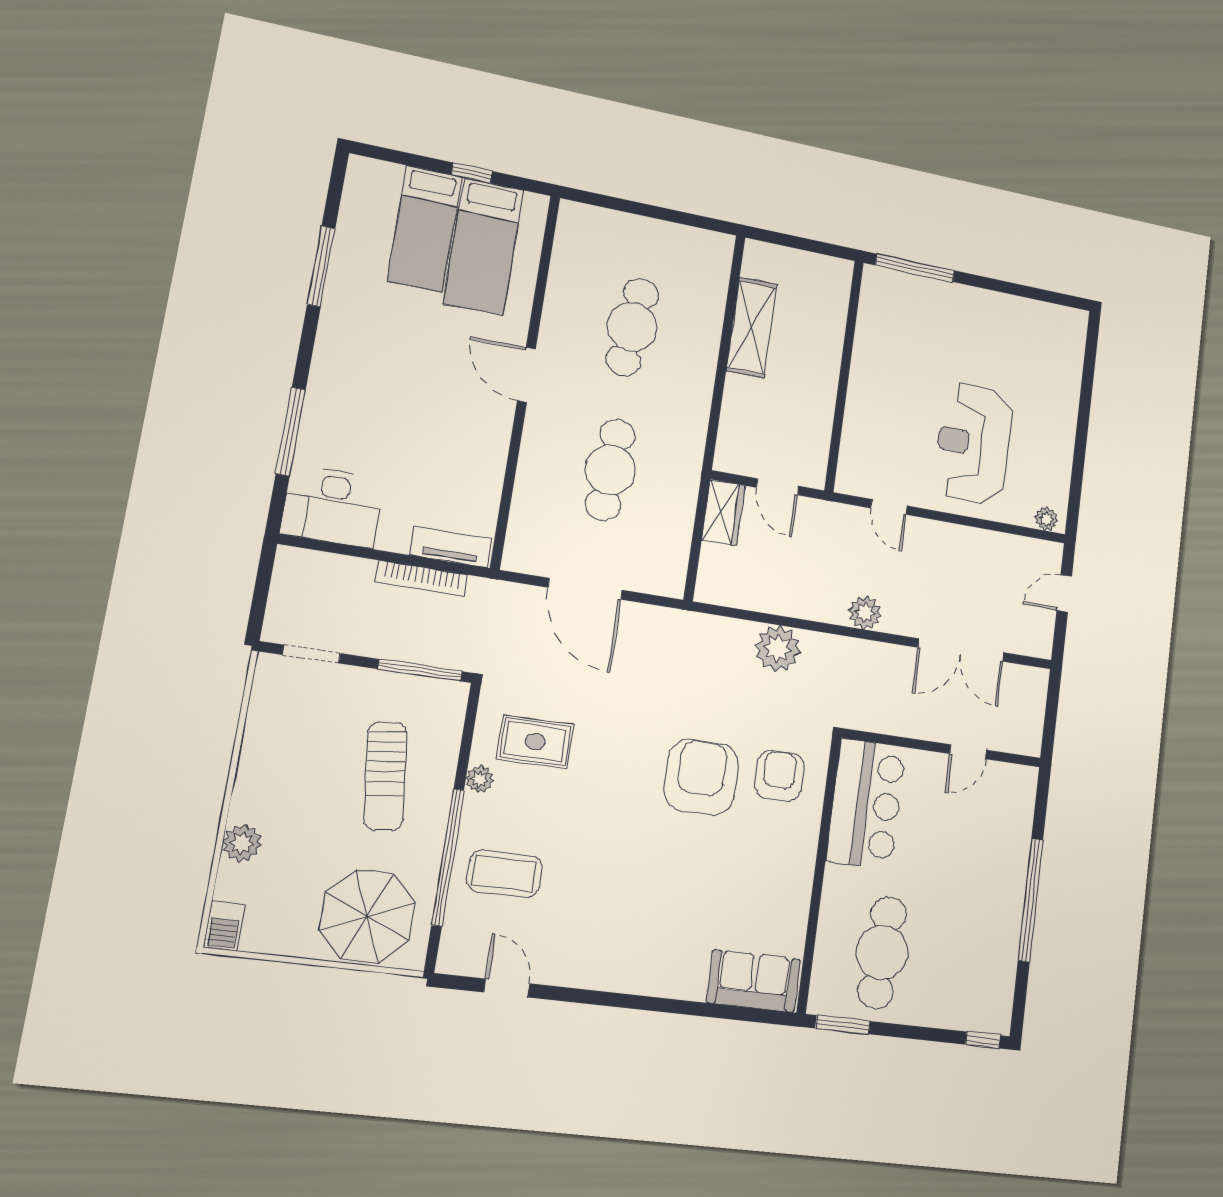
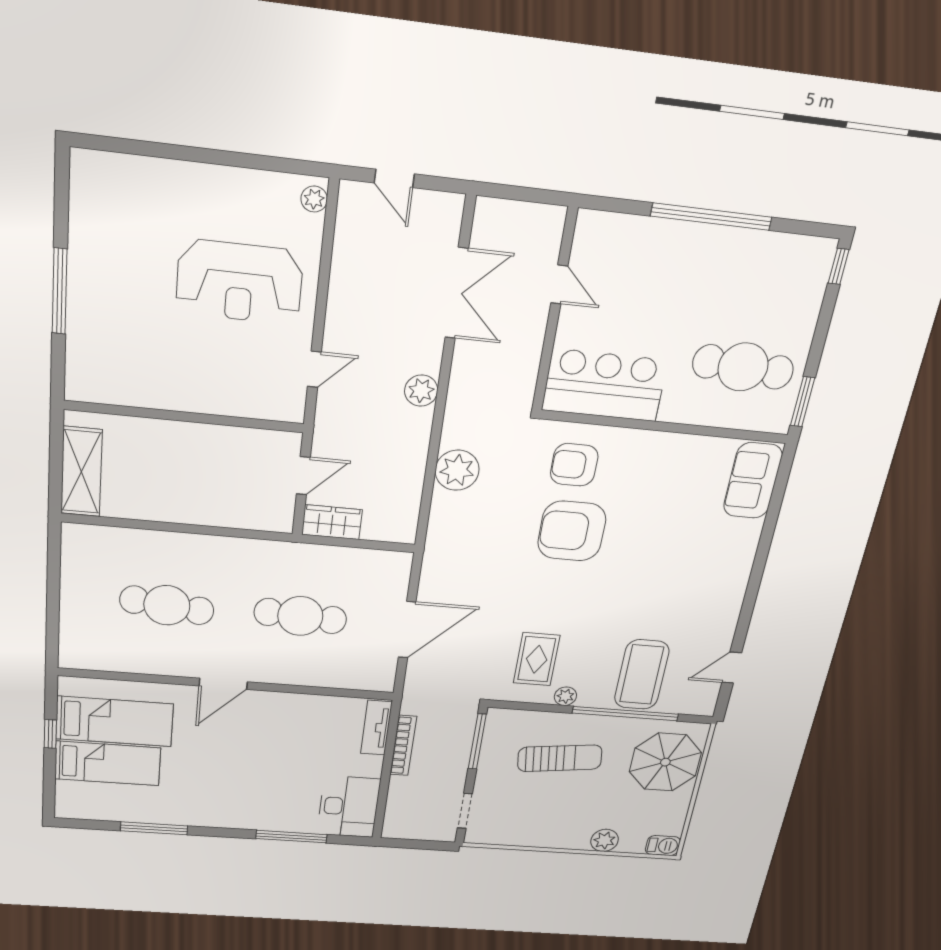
window: (915, 268) -> (60, 291), moved
shelving: (752, 327) -> (81, 472), moved, turned 90
coffee table: (504, 873) -> (642, 675), width x1.36, depth x1.32

